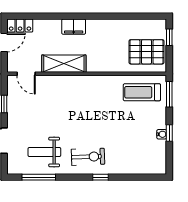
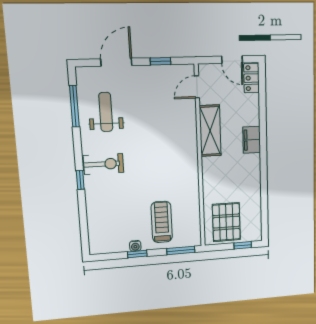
treadmill: (142, 92) -> (162, 222), moved
exercise bike: (88, 157) -> (104, 164), turned -88

